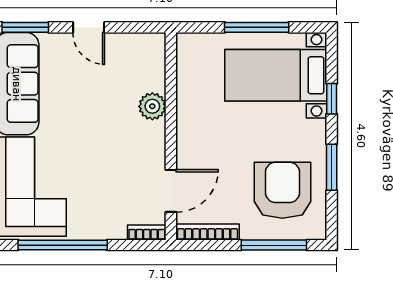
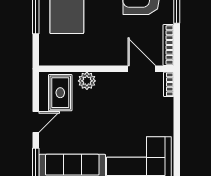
rug: (134, 65) -> (60, 93), added
window: (63, 245) -> (177, 139), removed

